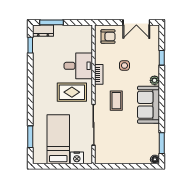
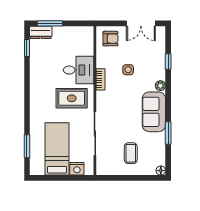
coffee table: (116, 101) -> (131, 153), moved
window: (162, 143) -> (168, 133), moved

